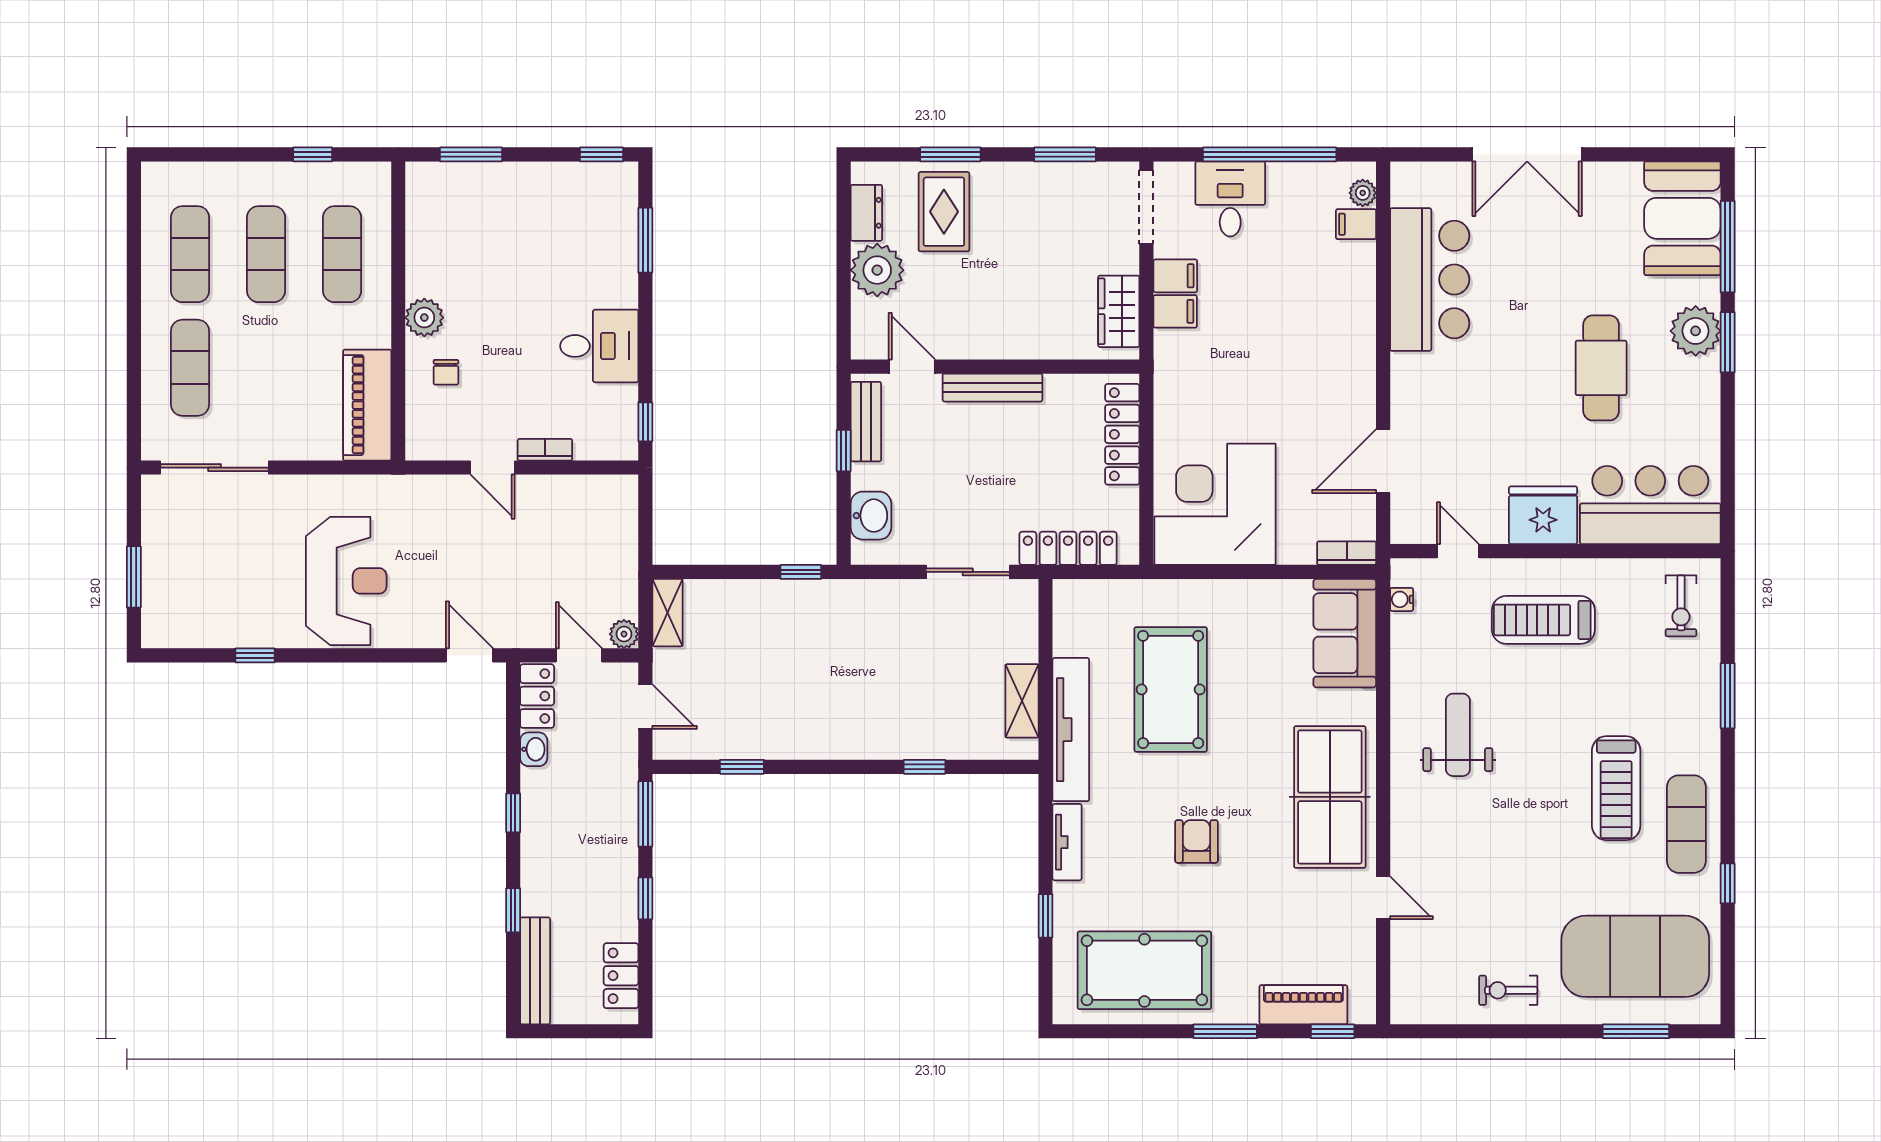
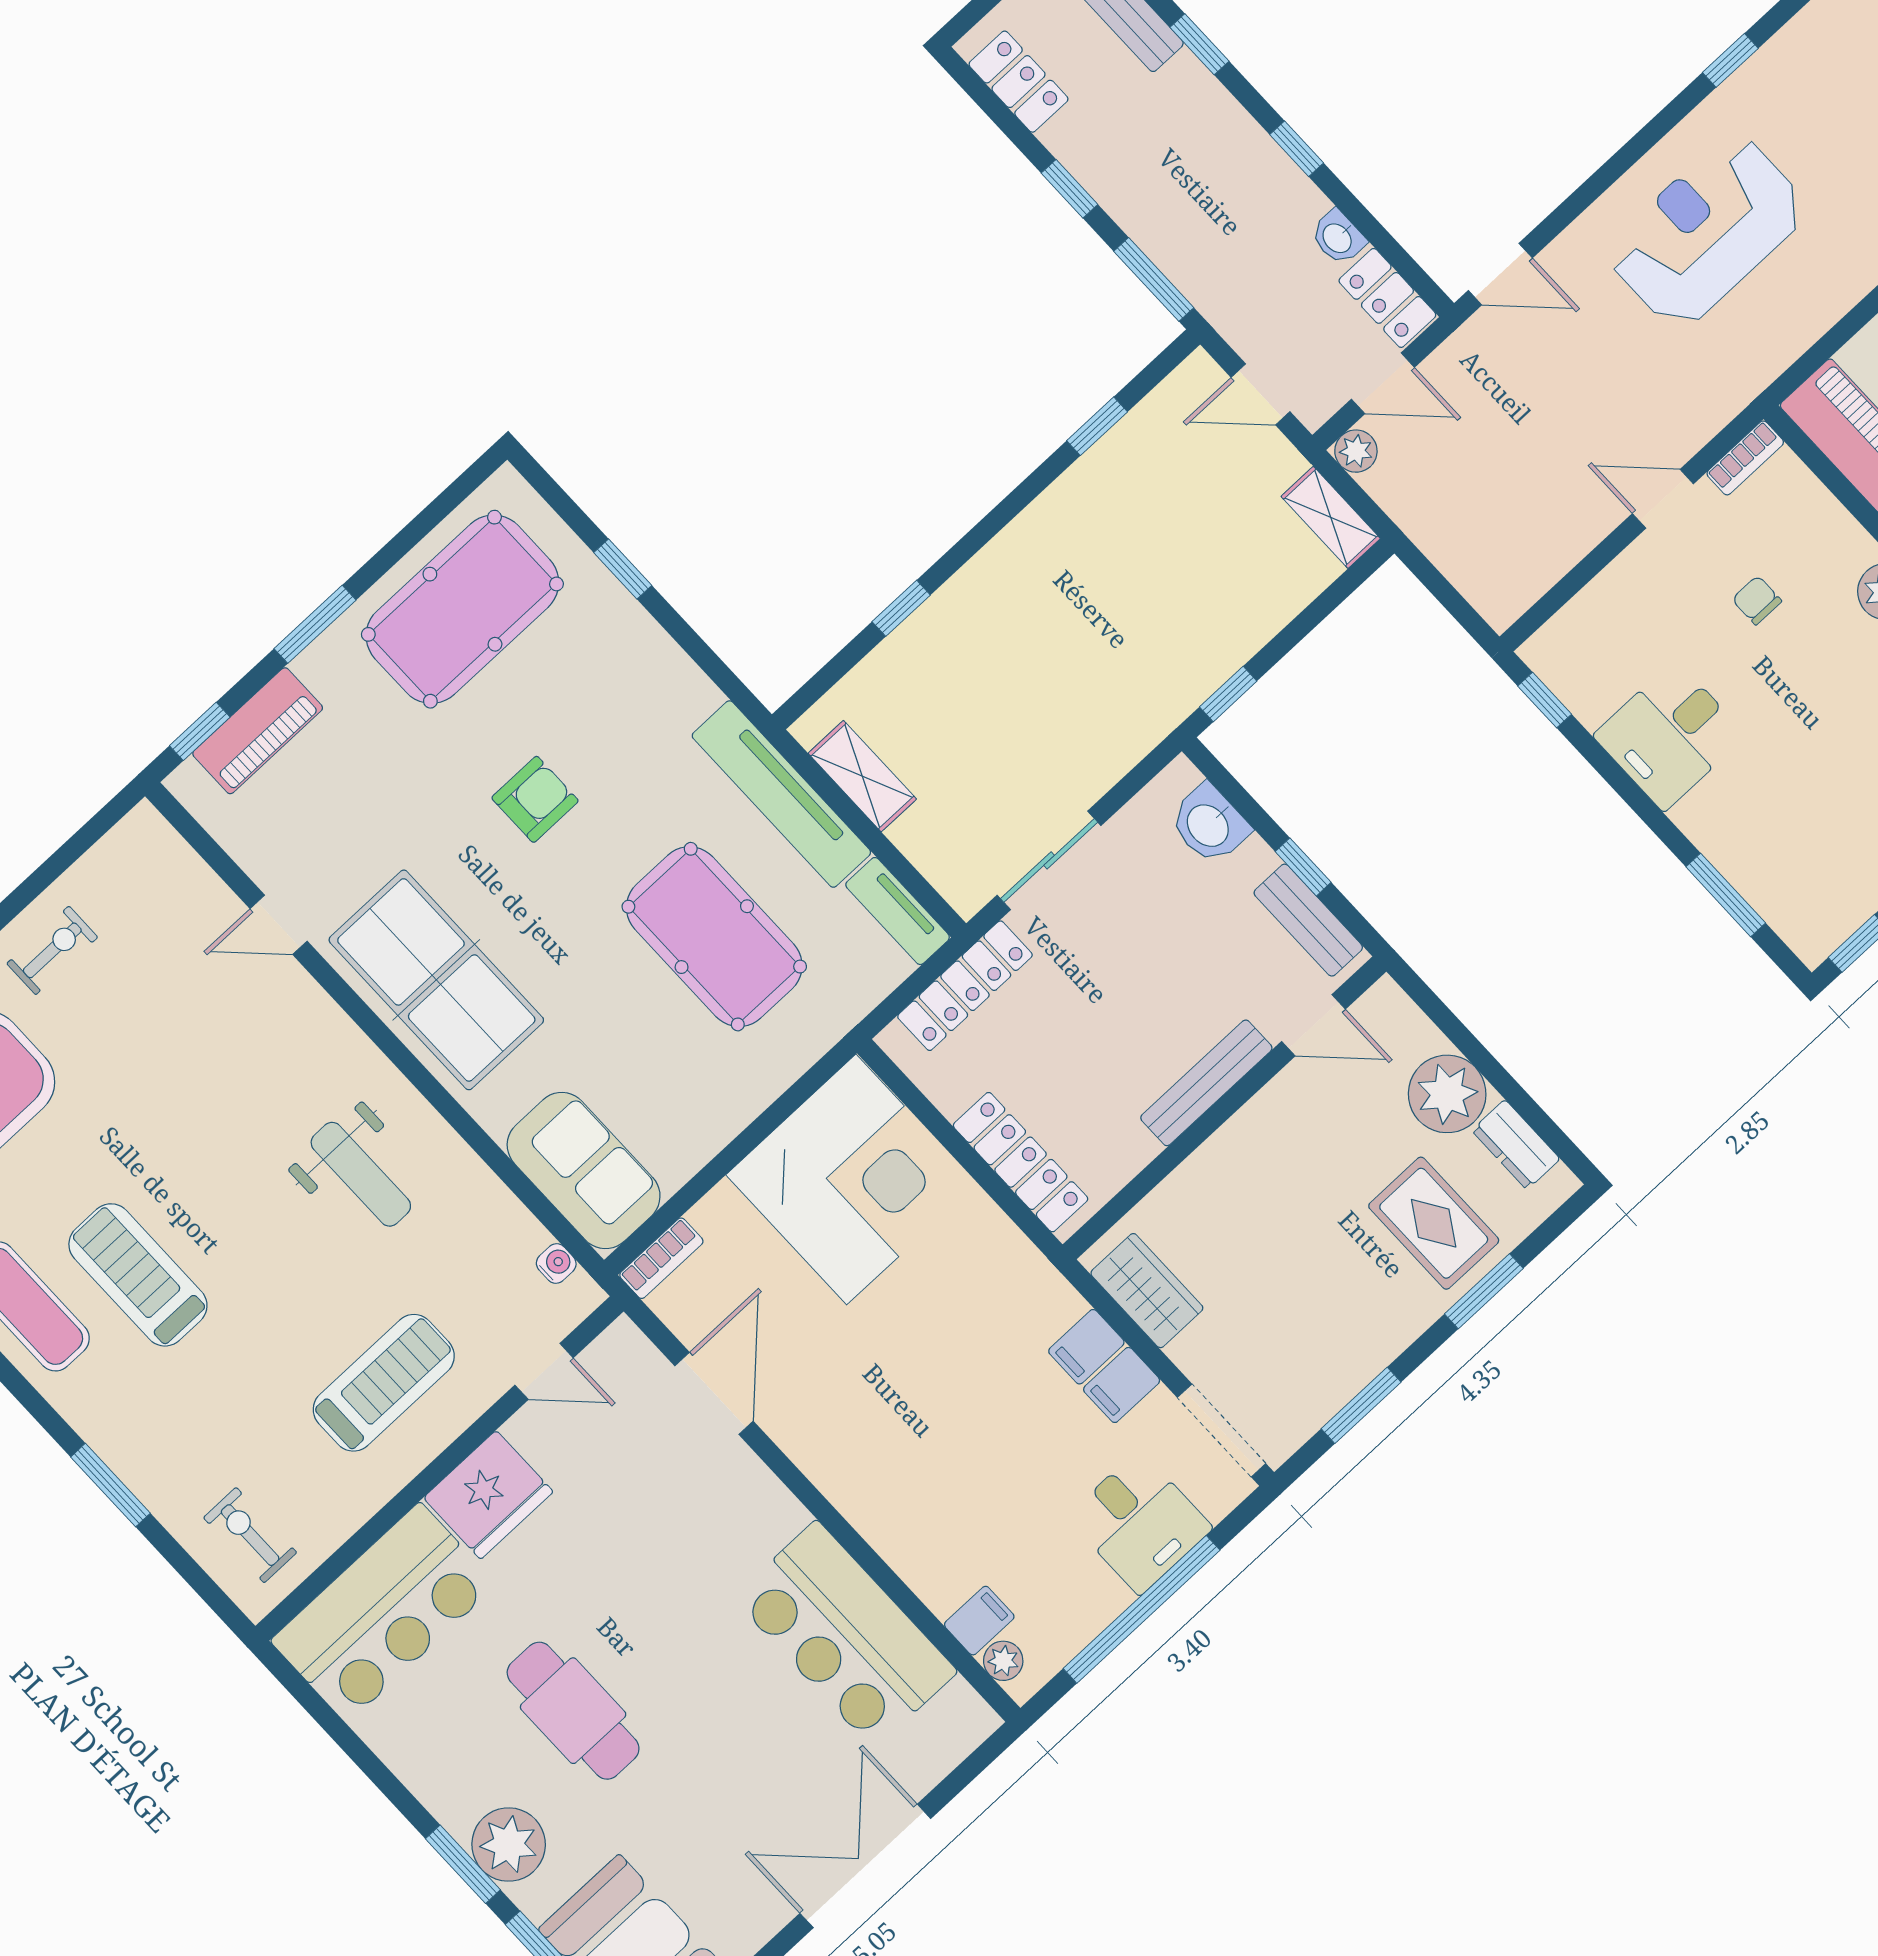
chair: (446, 372) -> (1757, 600), moved
bookcase: (545, 450) -> (1745, 458), moved
reception desk: (346, 581) -> (1707, 231), turned 90
armchair: (1196, 841) -> (535, 799), turned -90
tv unit: (1067, 842) -> (898, 911), moved

